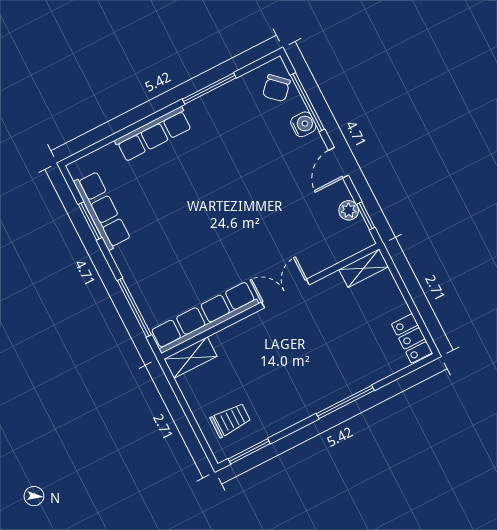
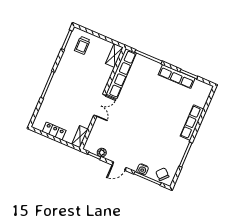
door: (338, 163) -> (119, 166), swing flipped
row of seats: (102, 210) -> (177, 77), moved
locker: (412, 338) -> (54, 131), moved

